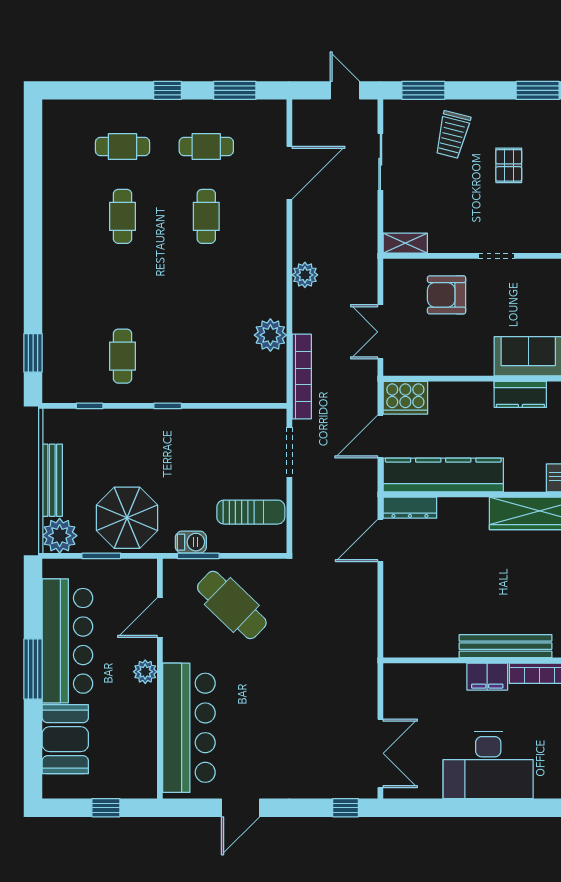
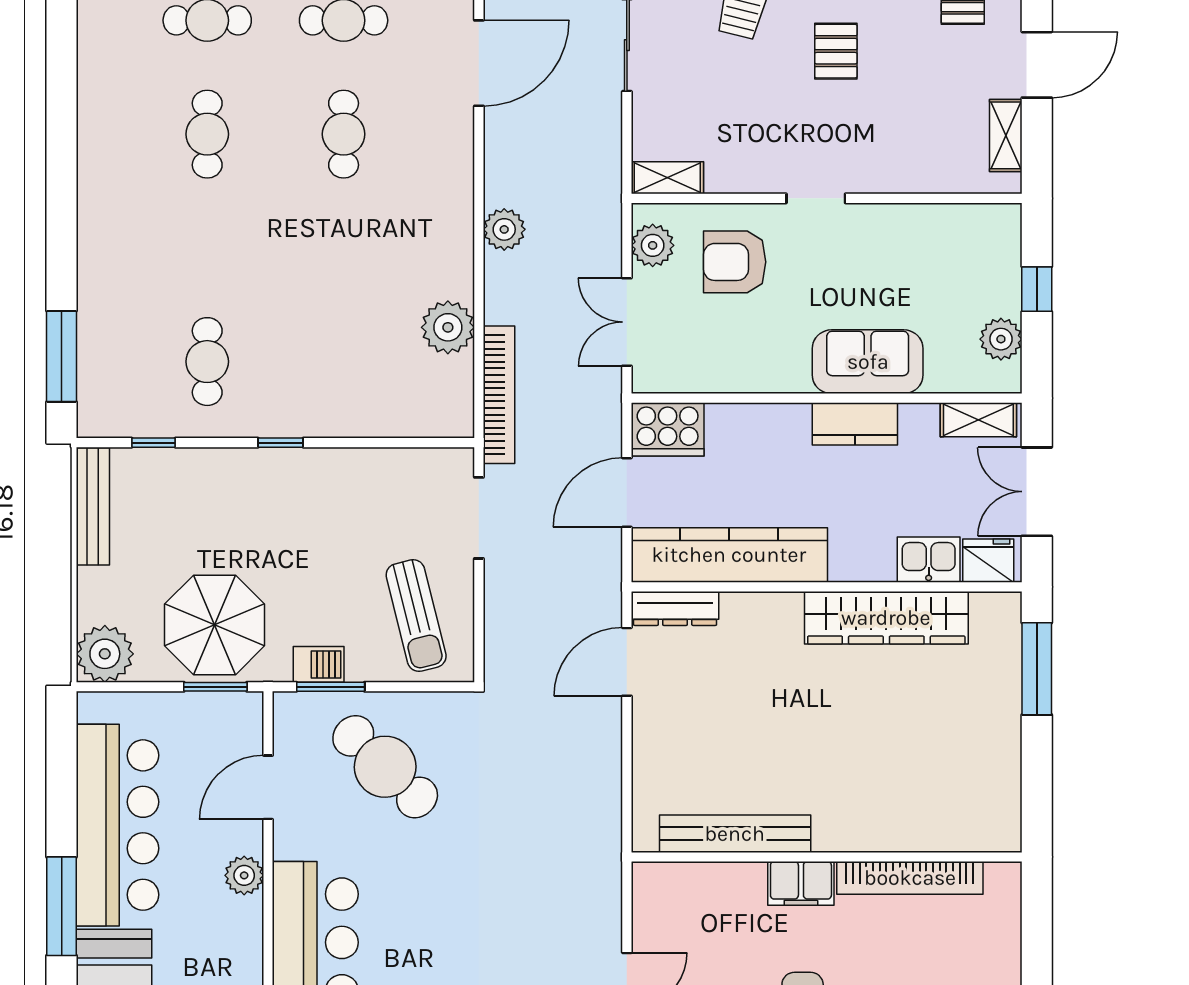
plant: (396, 285) -> (653, 245), added
window: (33, 353) -> (62, 356), width x1.44
bench: (52, 480) -> (93, 506), moved
sun lounger: (251, 512) -> (416, 616), turned 76
window: (101, 556) -> (215, 687), moved
bench: (505, 646) -> (735, 834), moved
window: (33, 669) -> (62, 906), moved

